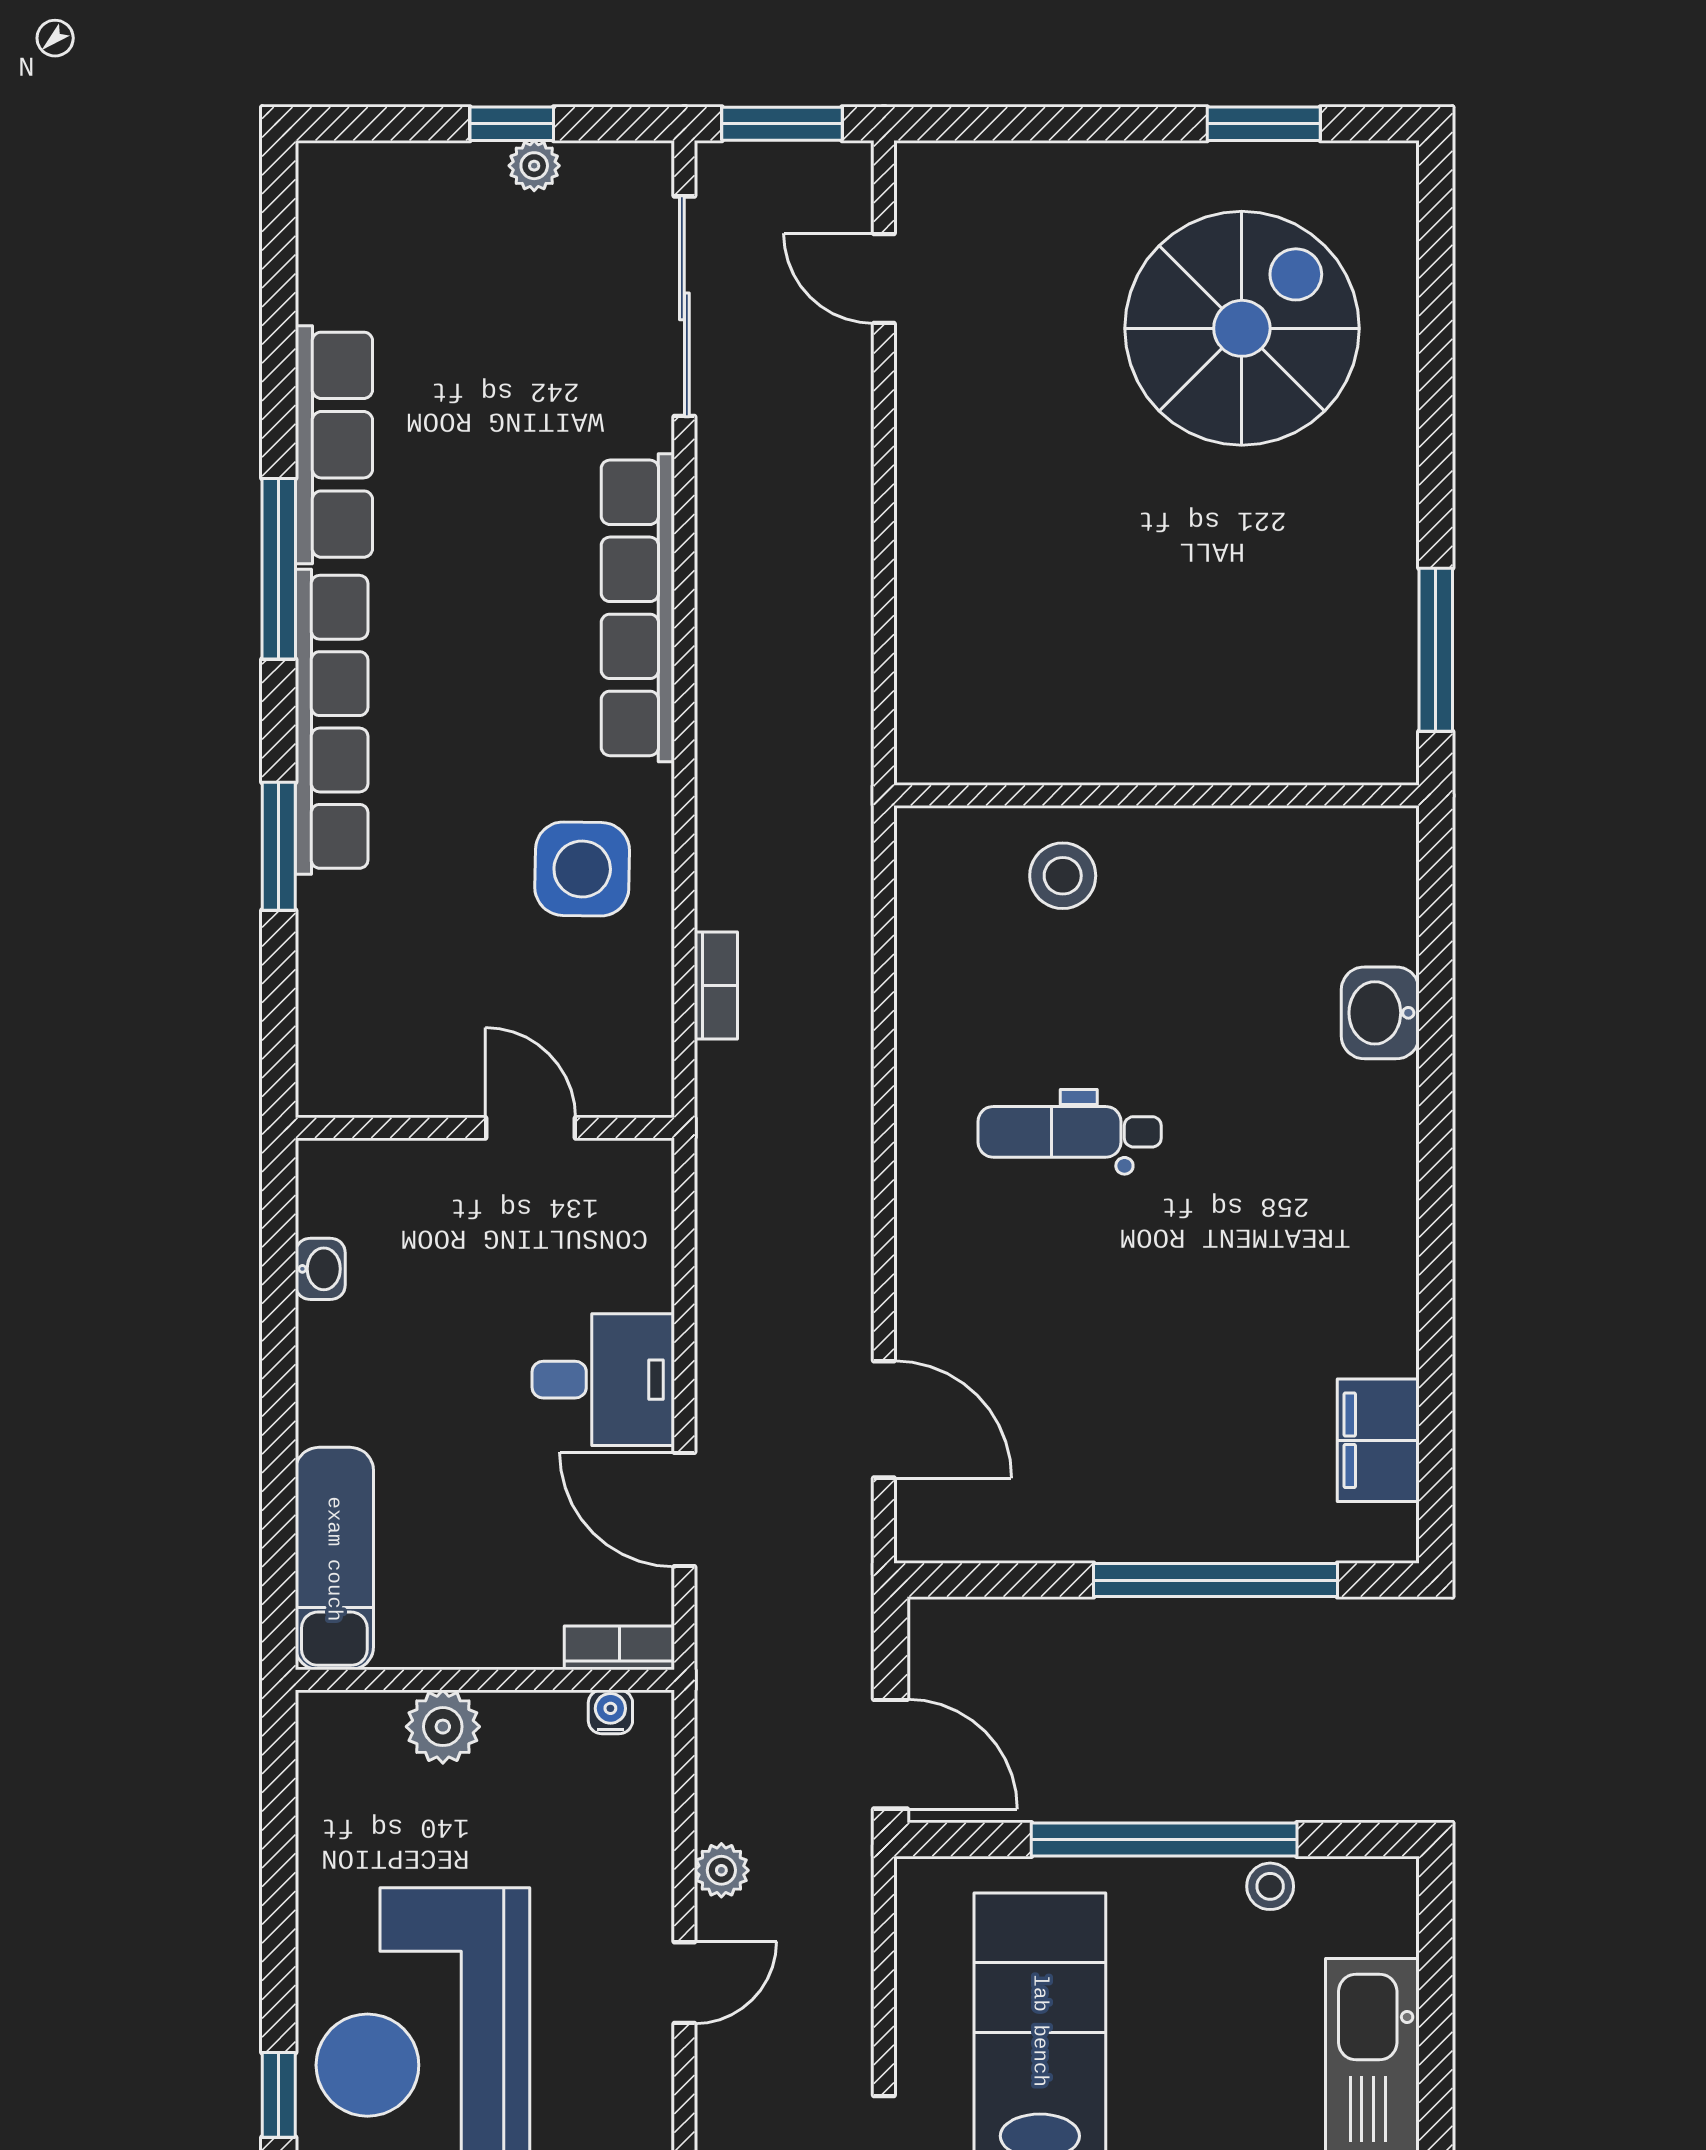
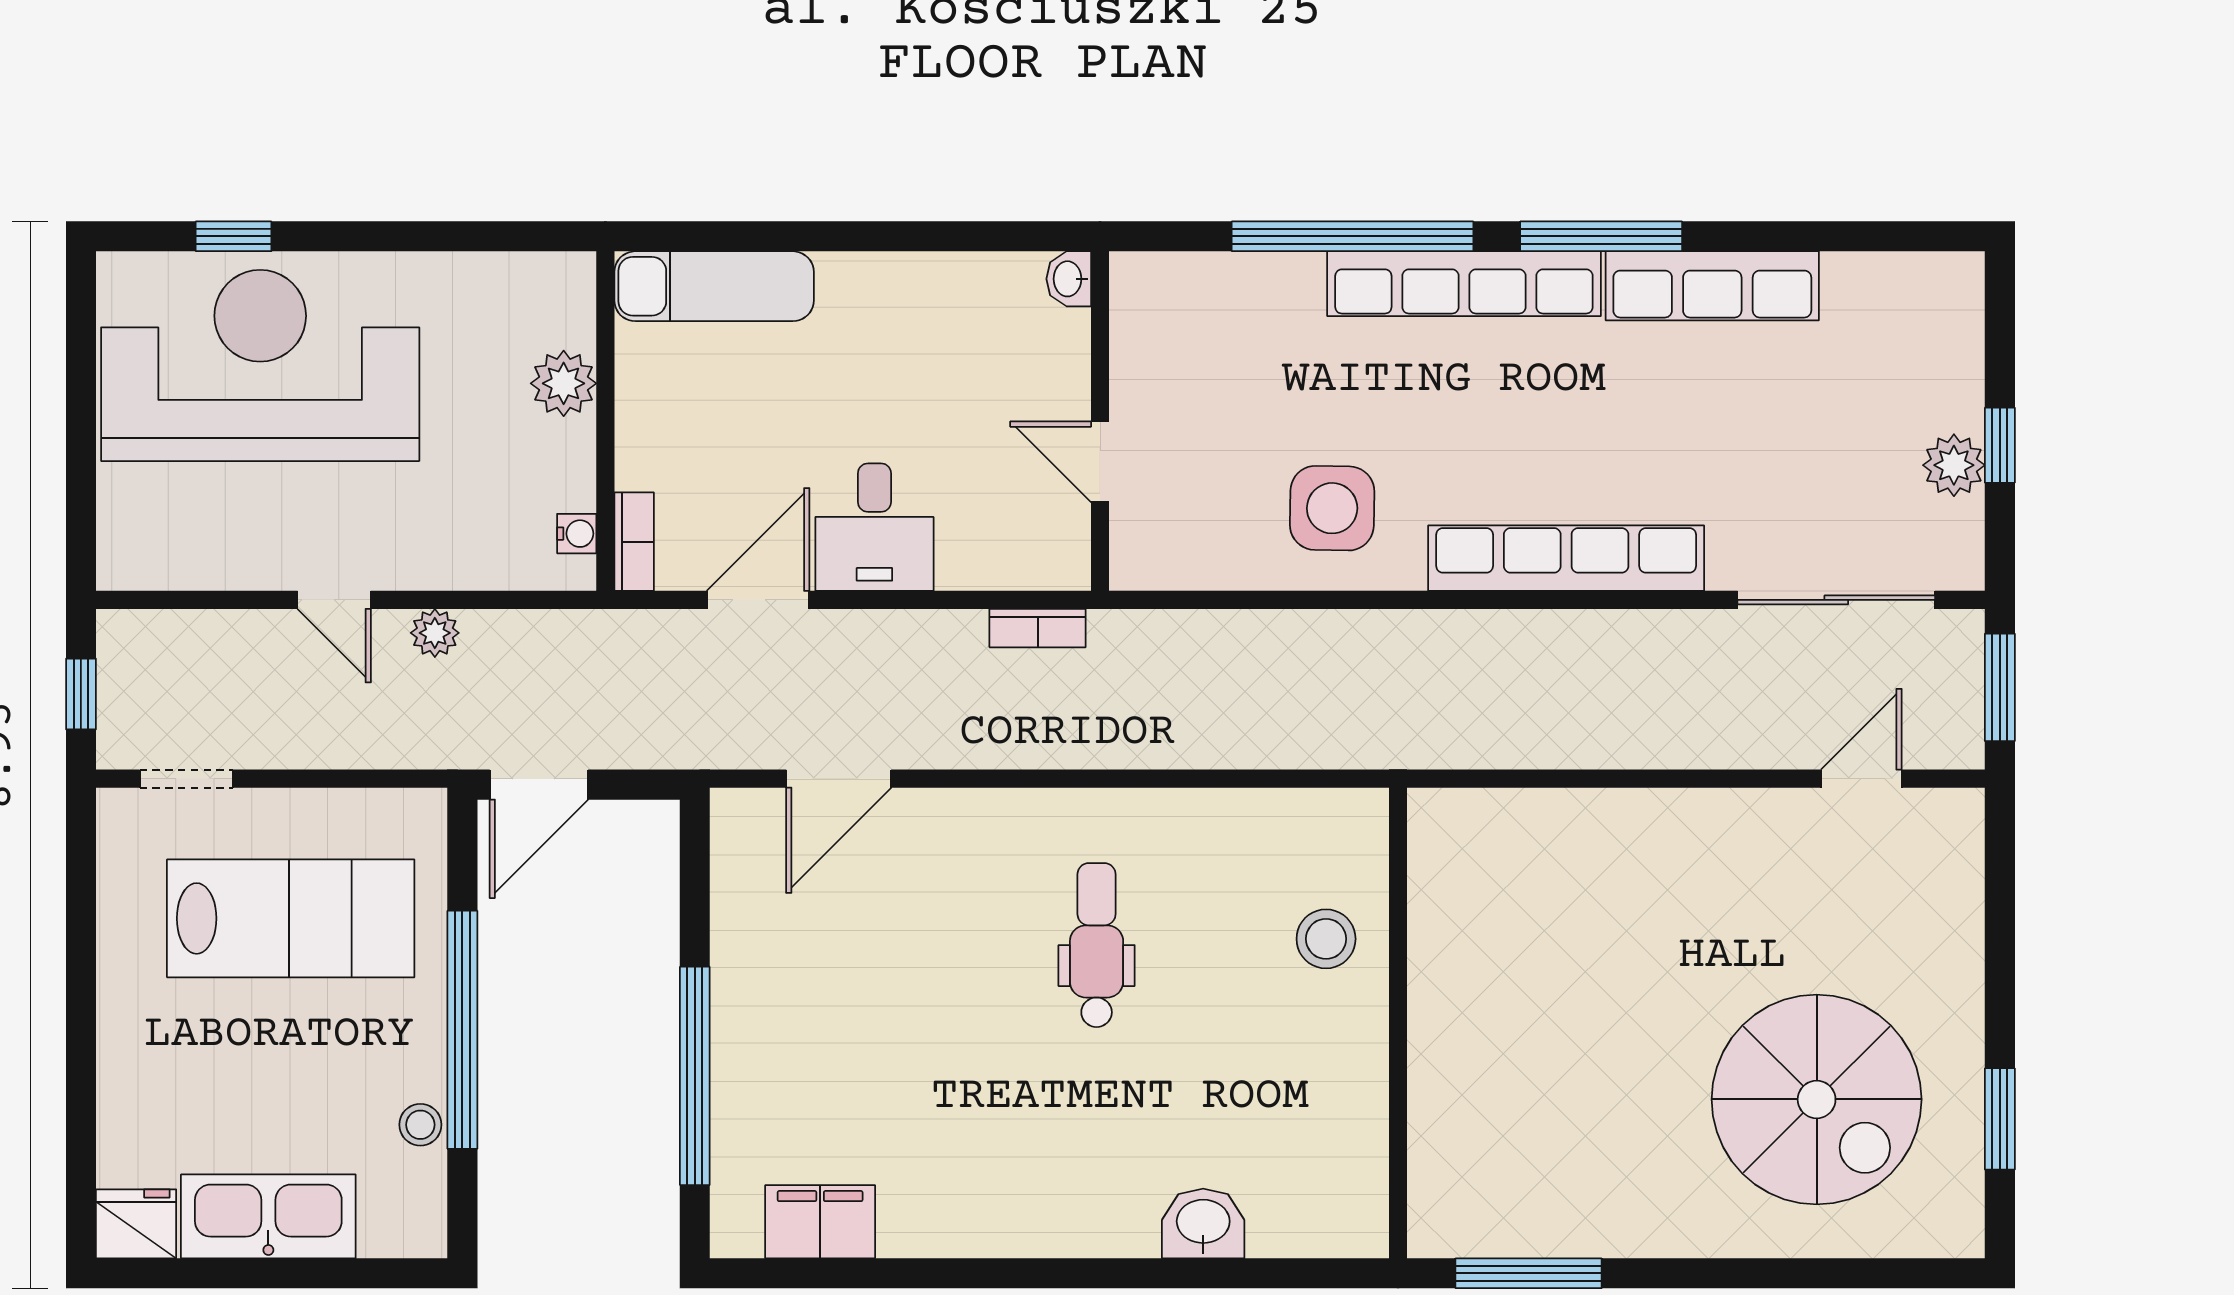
plant: (534, 166) -> (1954, 465), width x1.38, depth x1.38
window: (279, 846) -> (1353, 236), width x2.11
bookcase: (716, 986) -> (1038, 628), moved
door: (531, 1128) -> (1100, 462), swing flipped
washbasin: (320, 1269) -> (1069, 279), moved, turned 90

